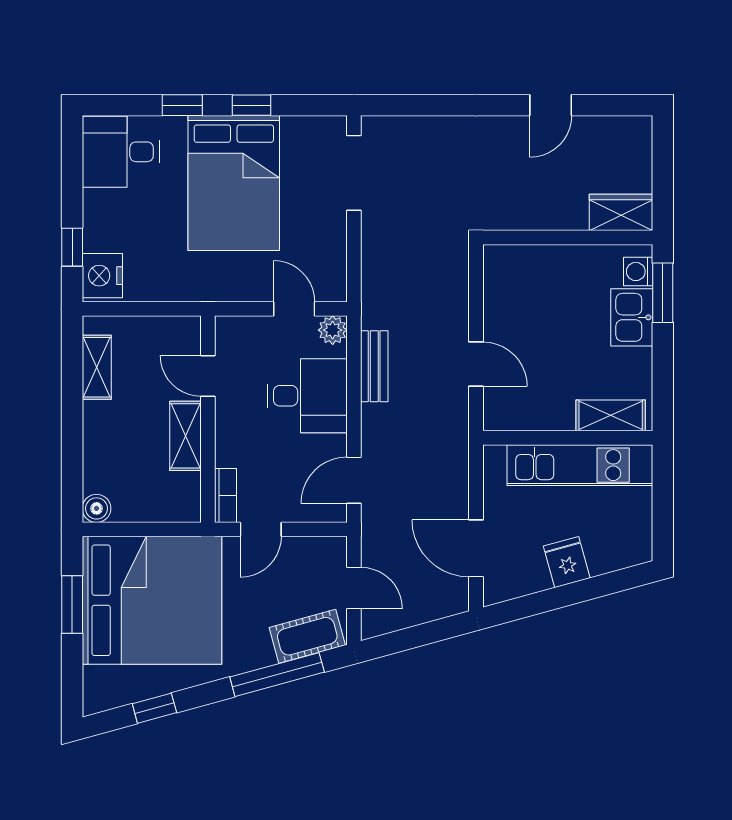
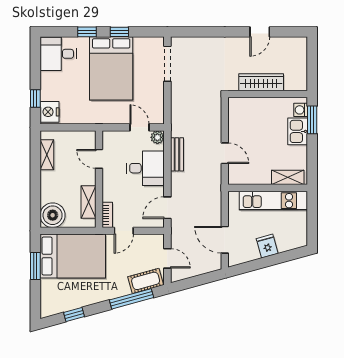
wardrobe: (621, 212) -> (261, 82), moved, width x1.50
shelving: (185, 436) -> (89, 202), moved
boiler: (97, 508) -> (53, 215), width x1.86, depth x1.86
bed: (152, 600) -> (73, 256), width x0.73

